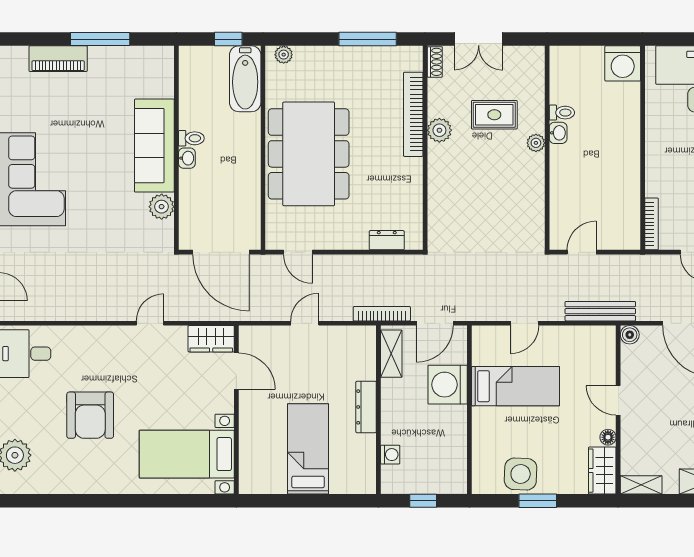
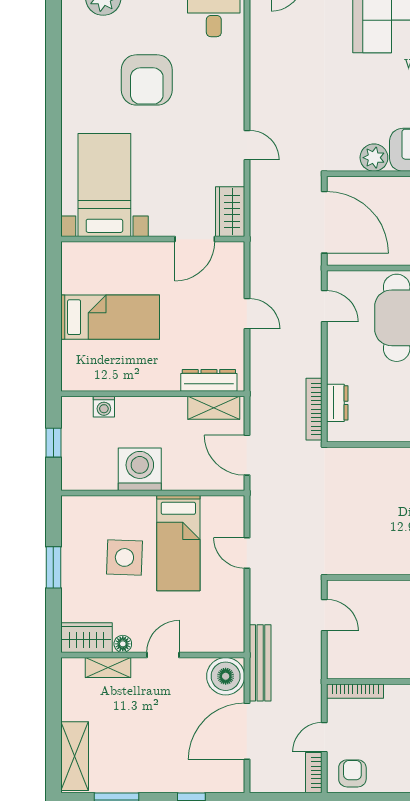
door: (221, 252) -> (324, 222), swing flipped
door: (298, 252) -> (324, 306), swing flipped
bench: (600, 311) -> (260, 663), moved
bookcase: (382, 314) -> (314, 409), moved, turned 180
boiler: (630, 335) -> (226, 676), width x1.86, depth x1.86
washing machine: (448, 385) -> (140, 469), moved
dresser: (366, 407) -> (209, 380), moved
armchair: (90, 415) -> (147, 80), turned -90
side table: (521, 474) -> (124, 557), moved
shelving: (641, 485) -> (108, 668), moved, turned 90

